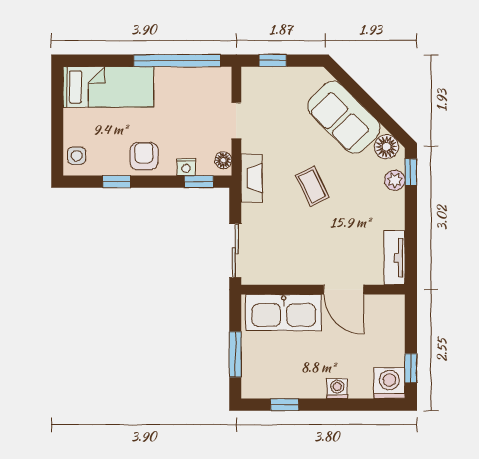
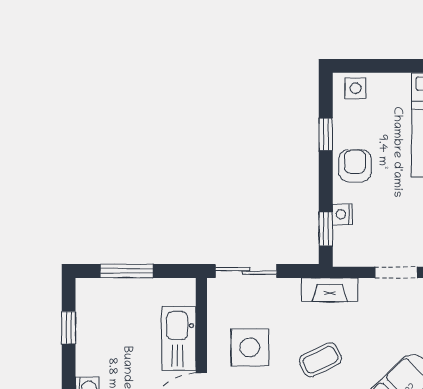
armchair: (144, 156) -> (355, 166), turned -90
floor lamp: (223, 160) -> (350, 257), removed
side table: (302, 247) -> (250, 347), added
kitchen sink: (284, 313) -> (179, 338), width x0.73, depth x0.81

